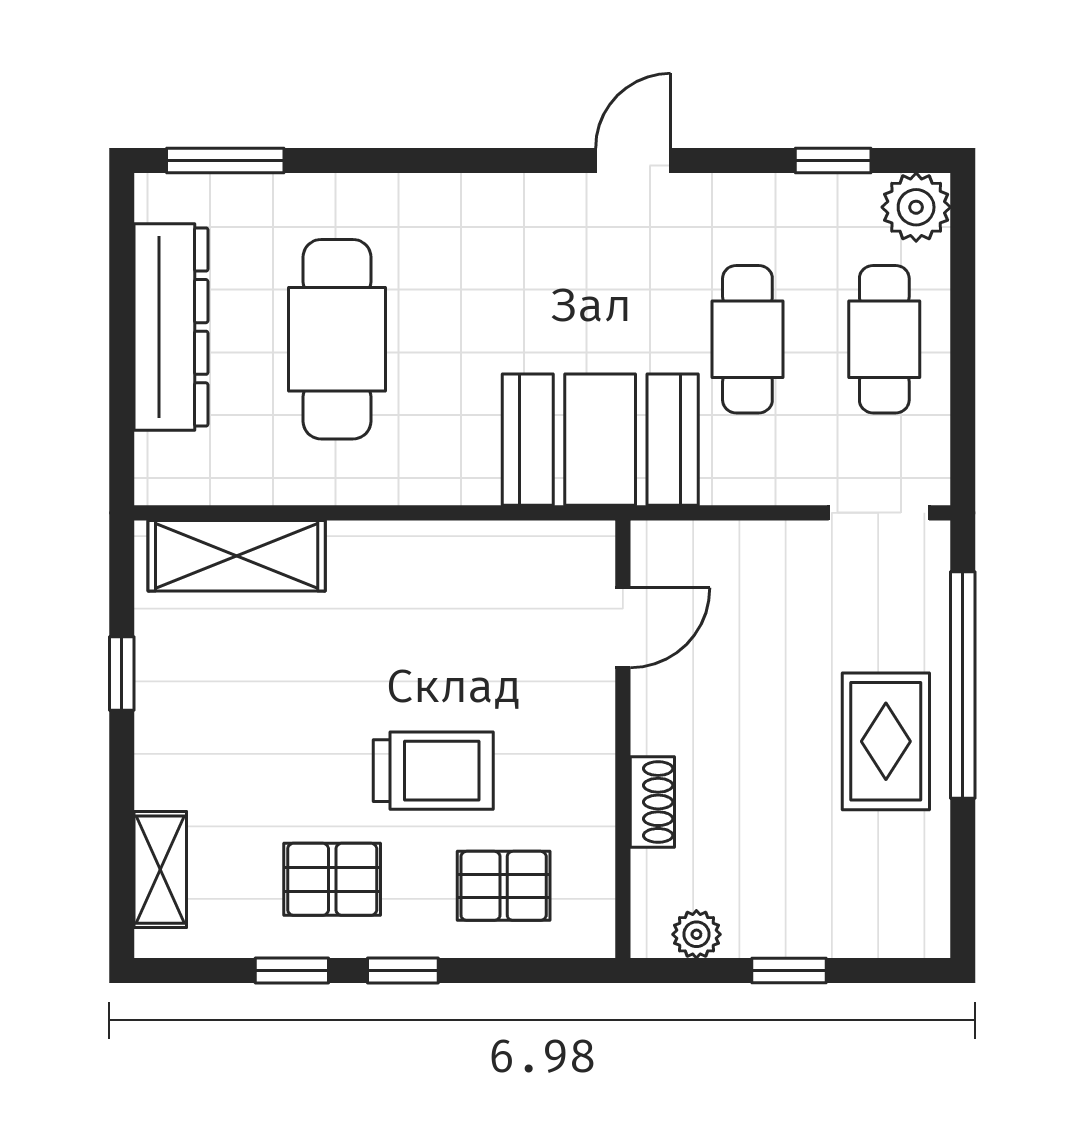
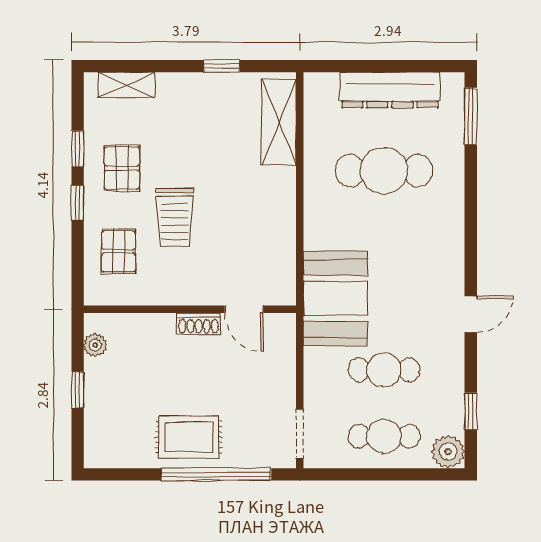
door: (633, 161) -> (471, 314), hinge flipped
shoe rack: (652, 802) -> (199, 324), moved

